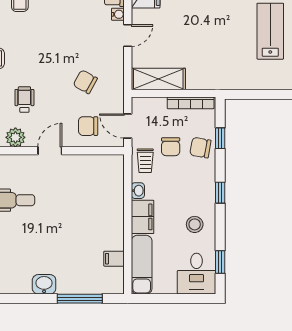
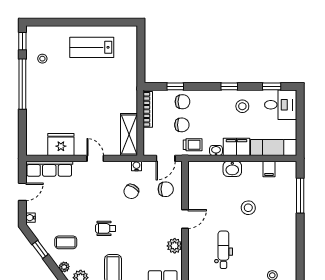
water cooler: (118, 14) -> (136, 166), moved
wheelchair: (24, 100) -> (106, 228), moved
chair: (88, 126) -> (166, 189), turned -90
chair: (200, 148) -> (183, 102), turned -100
door: (50, 151) -> (185, 219), swing flipped
window: (220, 193) -> (229, 86), moved
stool: (64, 232) -> (248, 208), added
washbasin: (44, 284) -> (232, 169), moved, turned -90

